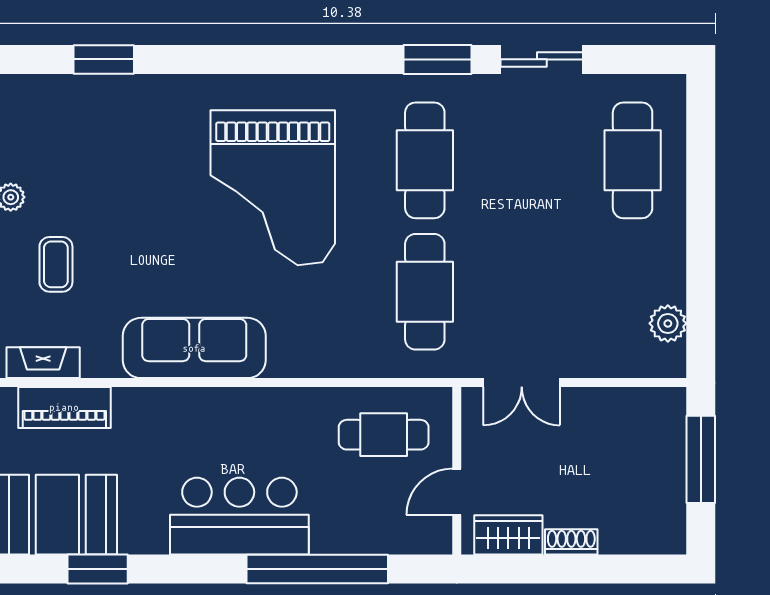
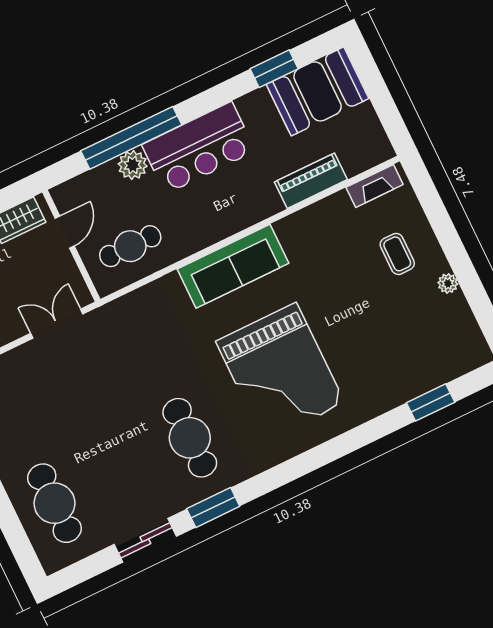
grand piano: (273, 188) -> (280, 372), turned 180
cafe table: (425, 292) -> (148, 352), removed
sofa: (194, 348) -> (233, 266), moved
piano: (64, 407) -> (311, 181), moved
plant: (332, 534) -> (133, 165), added

